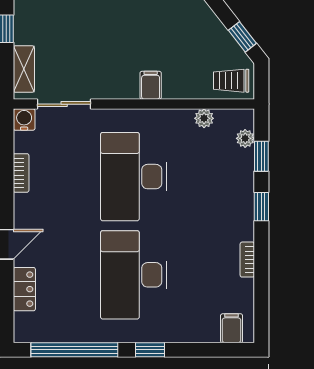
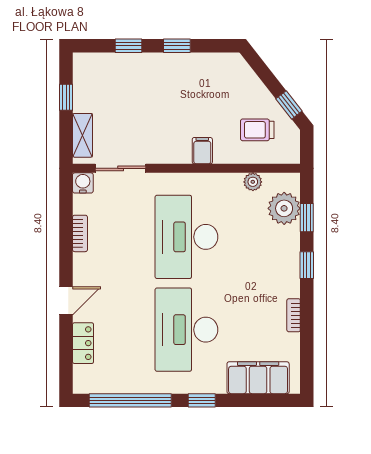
trolley: (231, 81) -> (257, 130), moved
plant: (245, 138) -> (284, 208), width x1.87, depth x1.87
filing cabinet: (232, 328) -> (258, 378), width x3.00, depth x1.17

